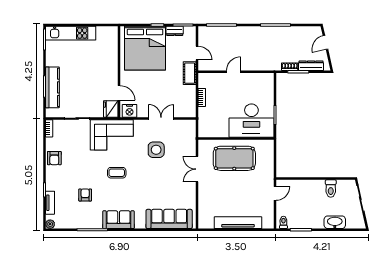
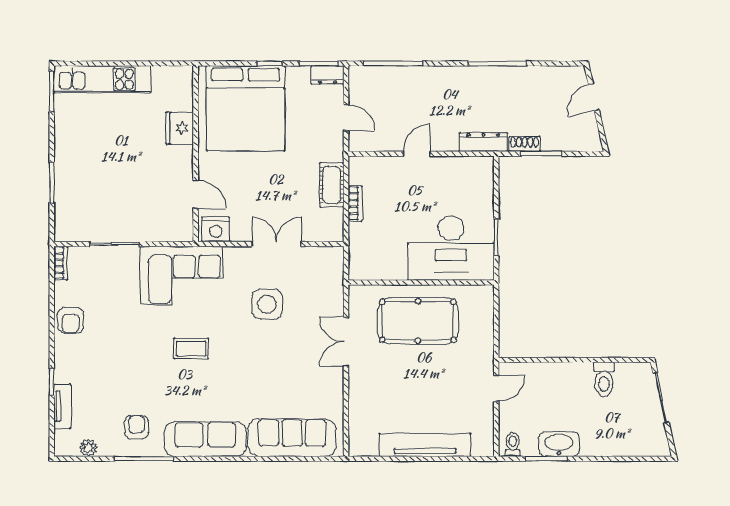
dresser: (175, 31) -> (327, 75), moved
dresser: (311, 66) -> (483, 142), moved
cot: (190, 73) -> (332, 185), moved
kitchen counter: (52, 87) -> (67, 184), removed
fridge: (111, 109) -> (180, 128), moved
armchair: (85, 195) -> (137, 427), moved
sofa: (119, 220) -> (205, 439), width x1.36
washbasin: (335, 222) -> (559, 444), moved
plant: (50, 224) -> (88, 448), moved

